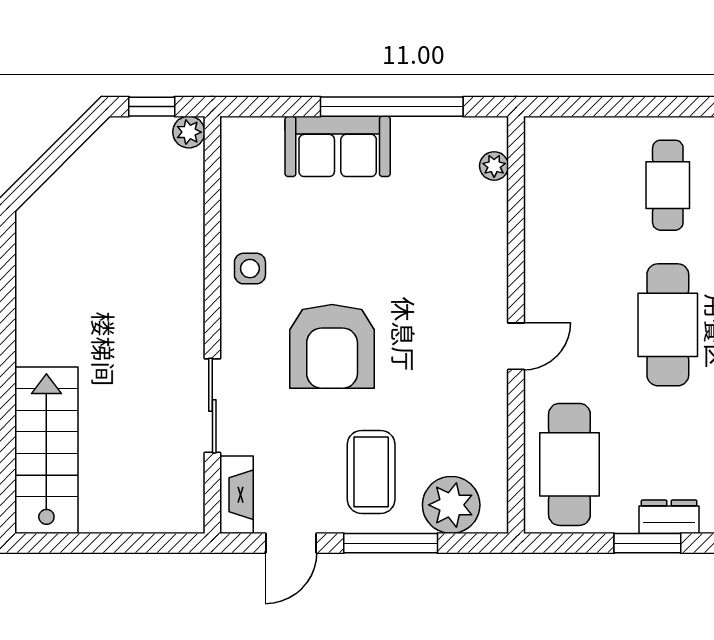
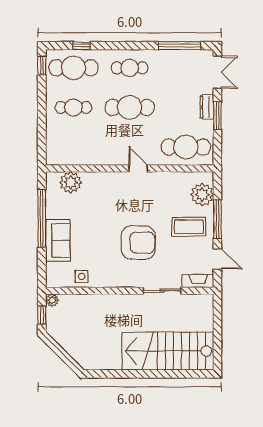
plant: (494, 166) -> (71, 182), width x1.88, depth x1.88
side table: (250, 269) -> (82, 276), moved
stairs: (46, 450) -> (168, 351), width x1.36, depth x1.51

